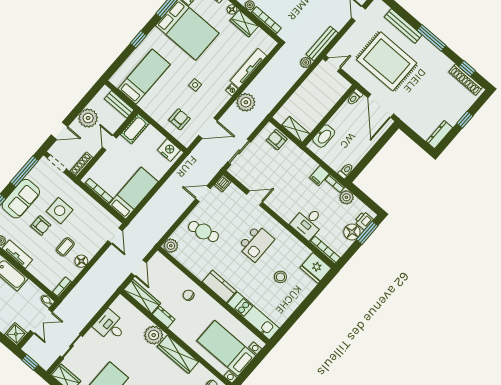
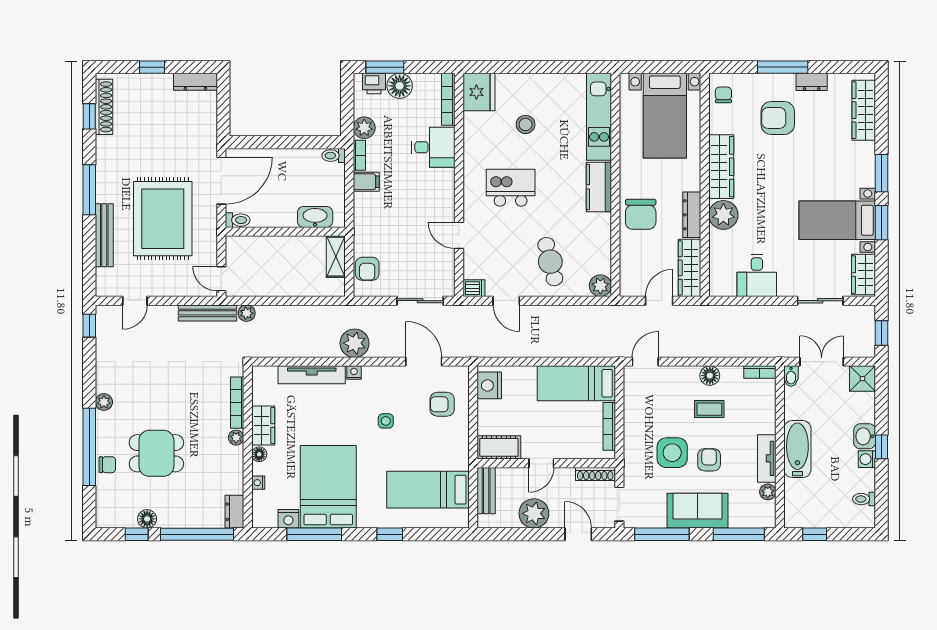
chair: (189, 295) -> (641, 214), width x1.87, depth x1.87
dresser: (164, 317) -> (692, 215), width x1.44

